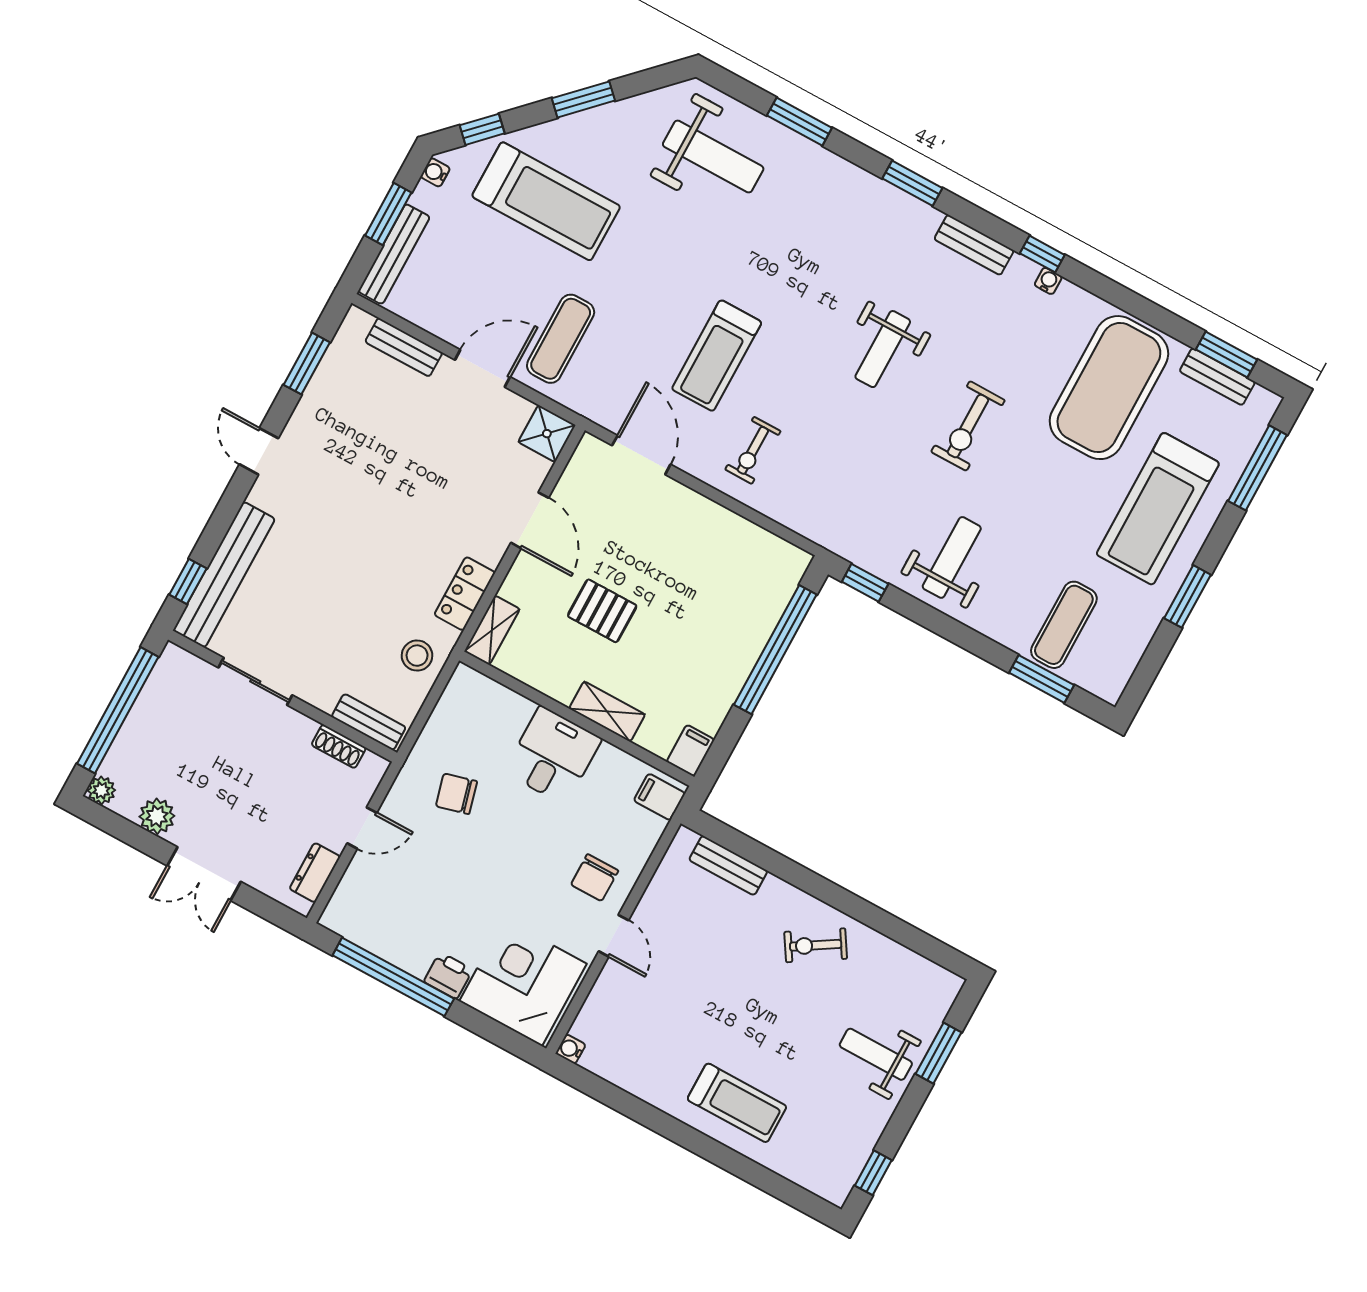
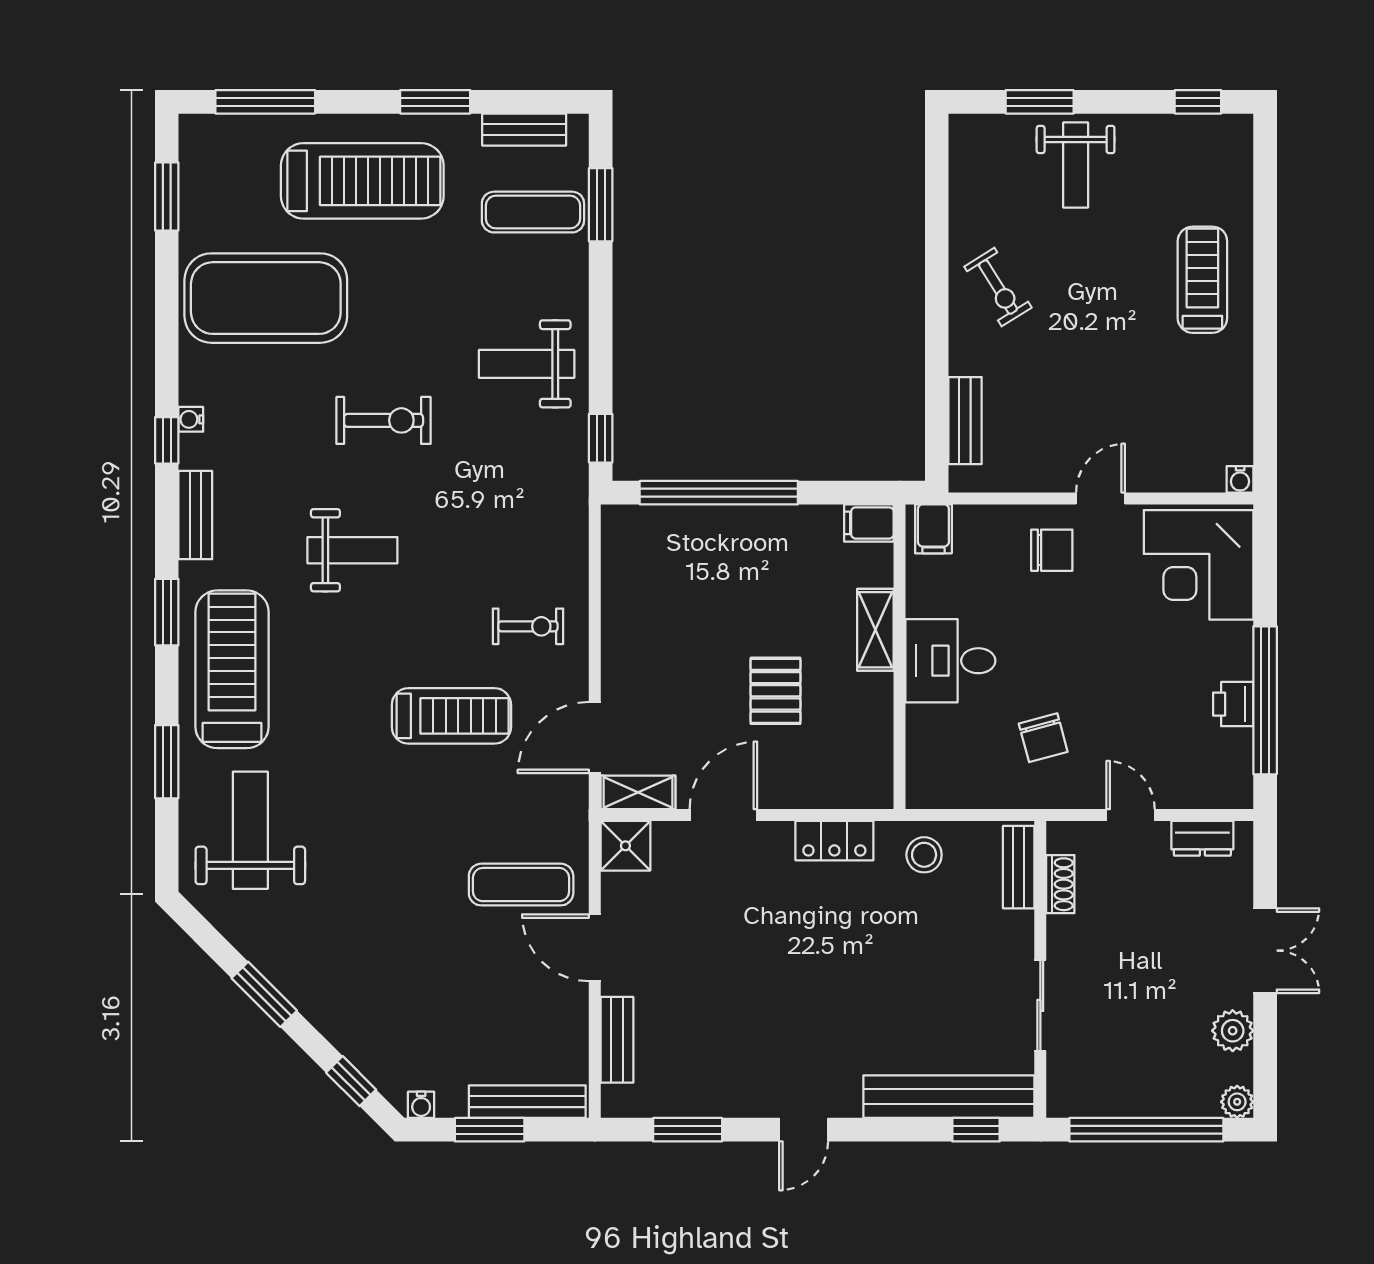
treadmill: (546, 201) -> (232, 669), moved
bench: (1217, 377) -> (524, 130), moved, turned 90
shelving: (492, 630) -> (638, 792), moved
printer: (448, 976) -> (1233, 704), moved

